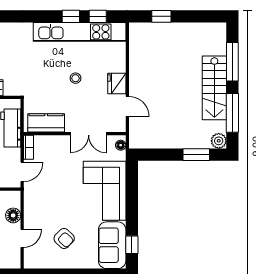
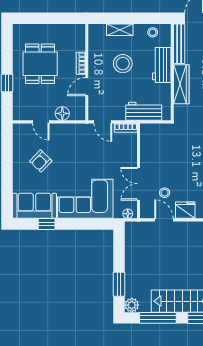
stool: (76, 78) -> (165, 193), moved
door: (127, 106) -> (164, 220), swing flipped
kitchen counter: (46, 123) -> (148, 144), removed
window: (132, 245) -> (47, 224), moved

